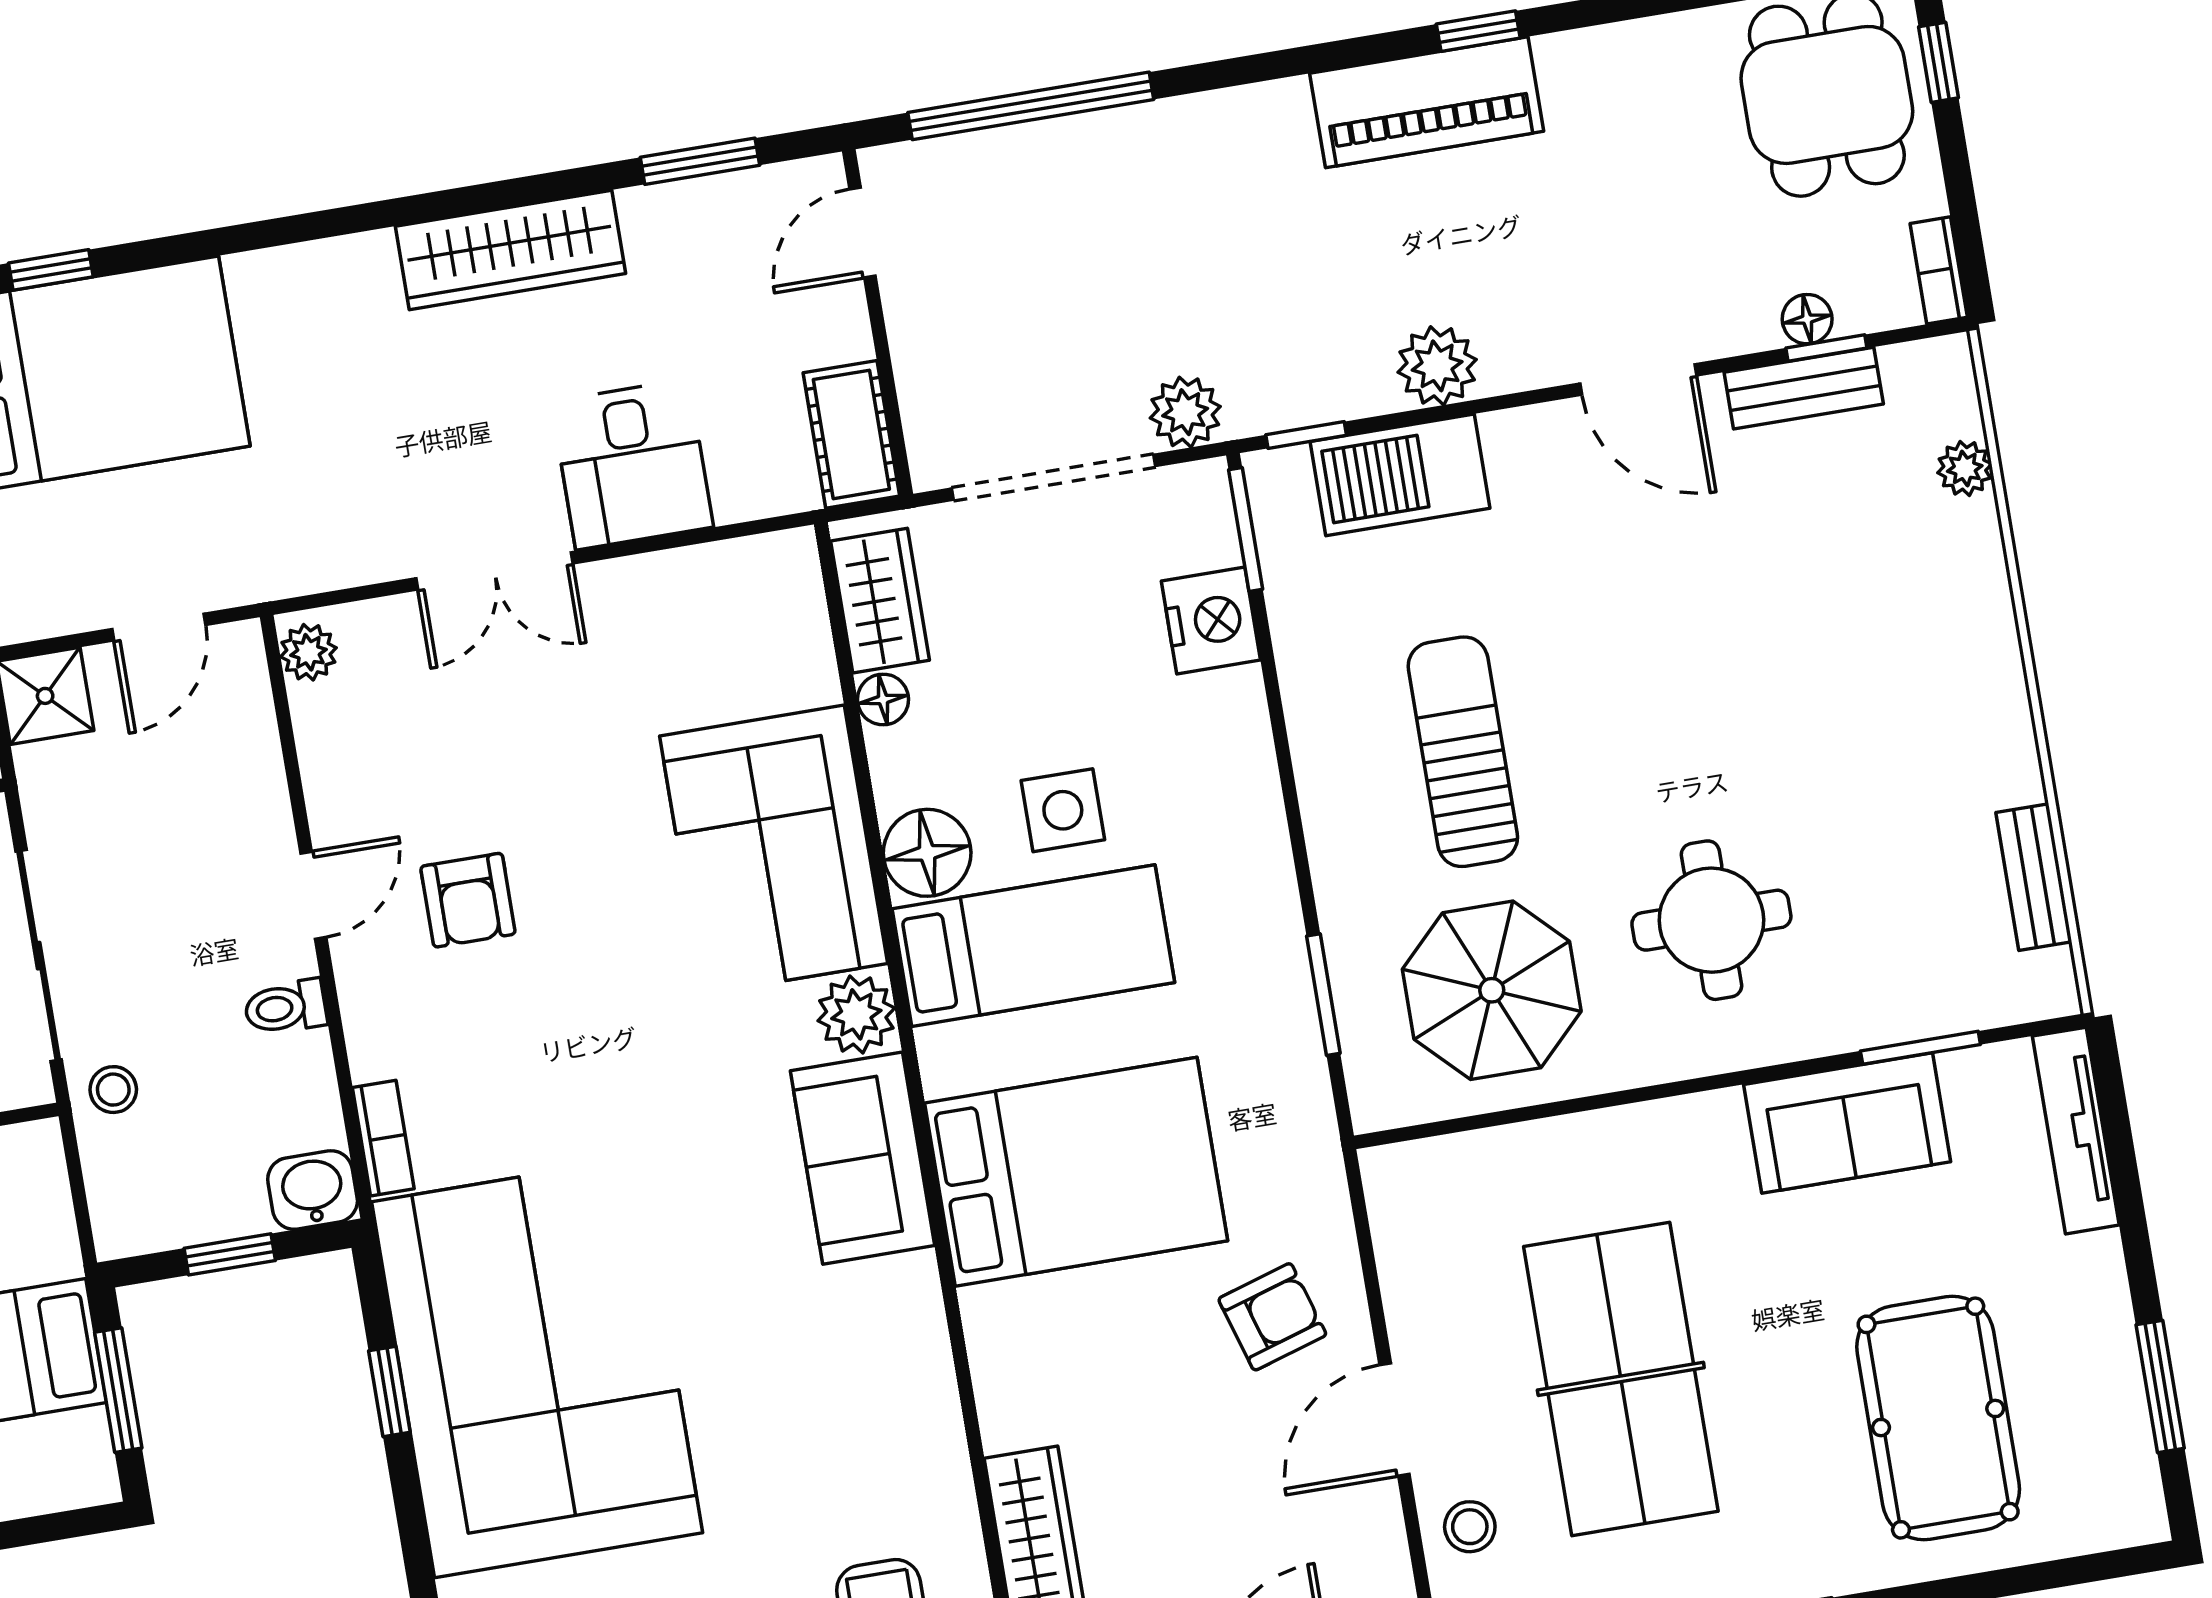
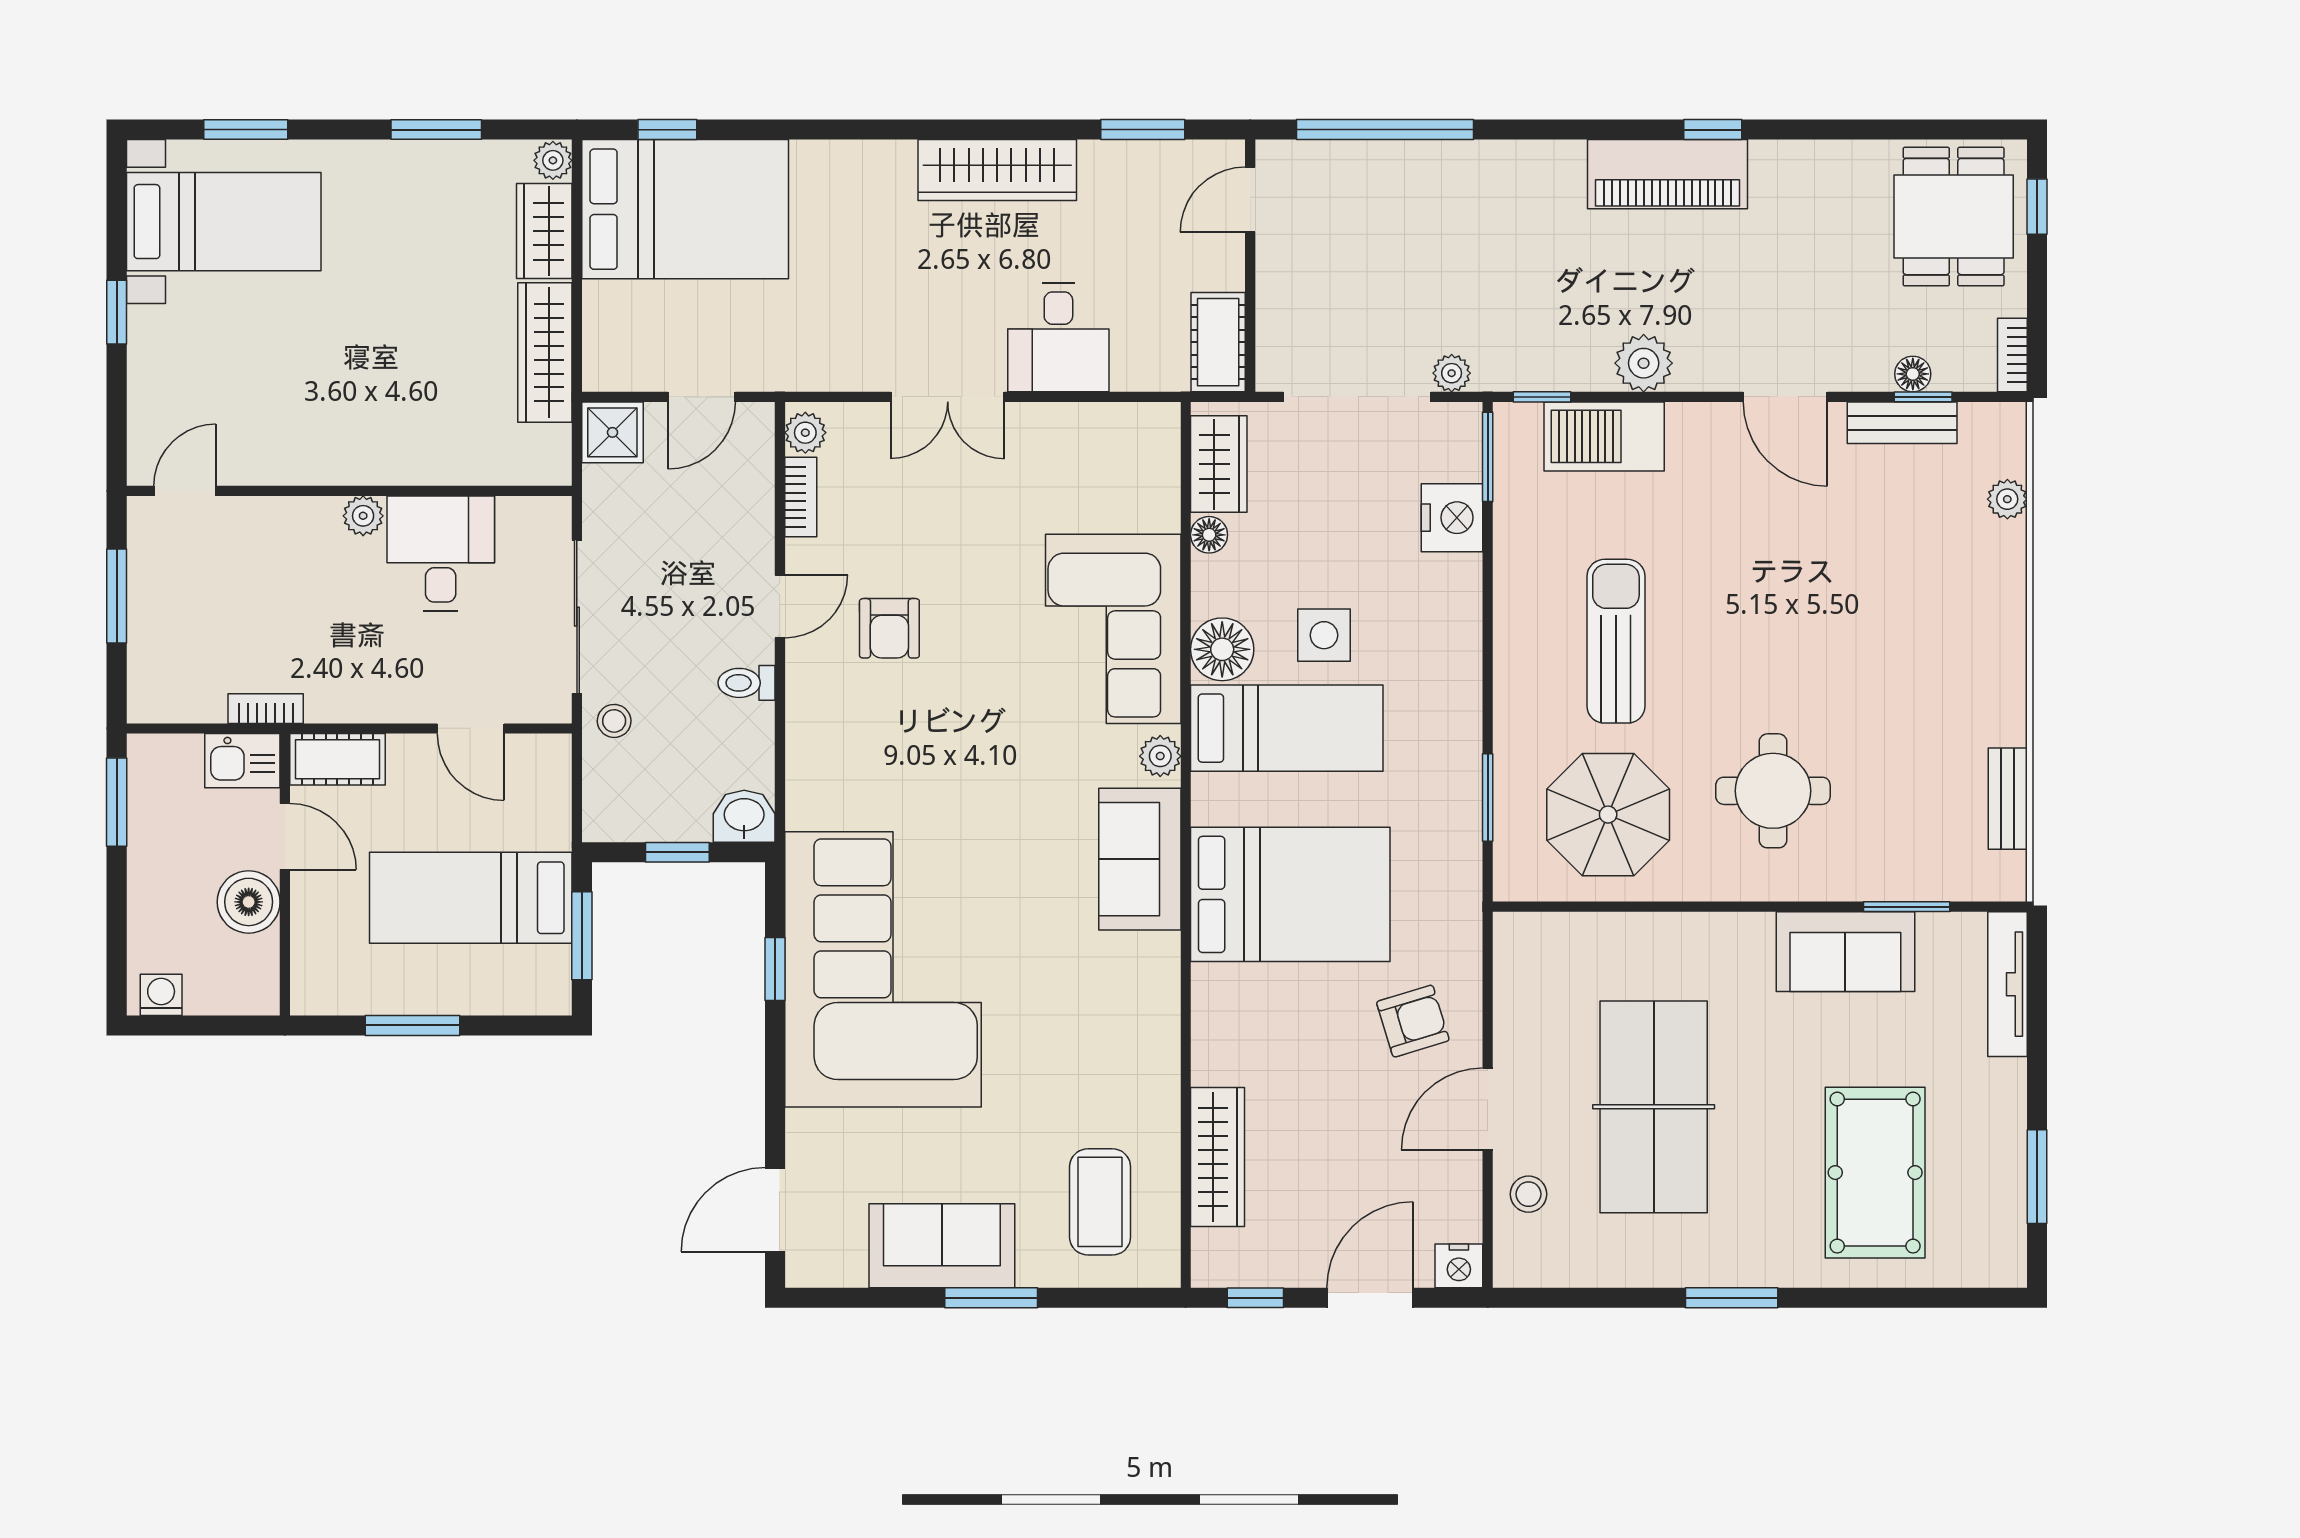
plant: (1185, 412) -> (1452, 373), width x0.73, depth x0.73
plant: (856, 1014) -> (1160, 756), width x0.73, depth x0.73
bookcase: (383, 1138) -> (801, 497), moved

